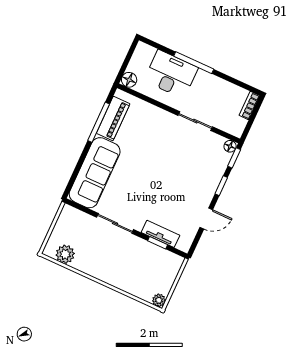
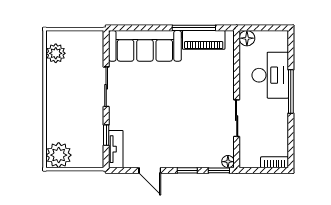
tv unit: (160, 234) -> (116, 149), moved
plant: (159, 300) -> (59, 155), width x1.88, depth x1.88

